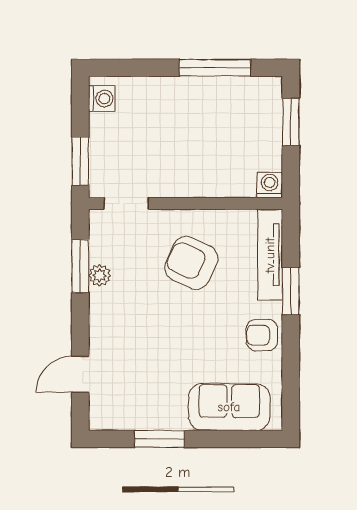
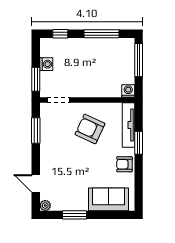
window: (130, 68) -> (60, 34), added
washing machine: (102, 99) -> (46, 64), moved
window: (291, 122) -> (139, 60), width x1.44
plant: (100, 275) -> (45, 205), moved
door: (80, 374) -> (36, 183), hinge flipped

